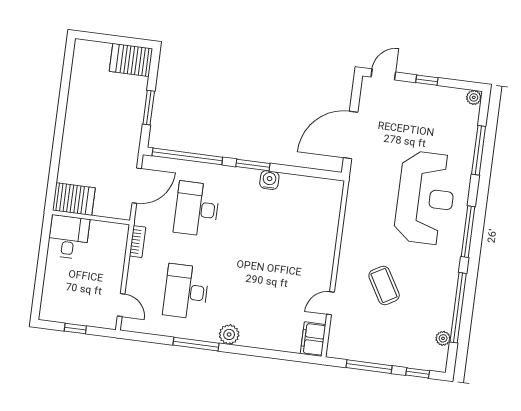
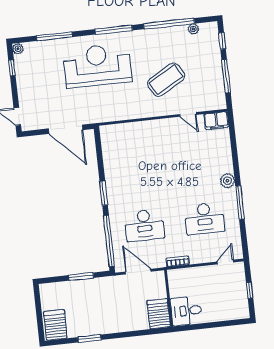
server rack: (131, 60) -> (55, 325), moved, turned 180
window: (427, 80) -> (12, 68), moved
window: (63, 99) -> (89, 338), added
water cooler: (269, 180) -> (111, 179), removed
coffee table: (384, 285) -> (166, 80), width x1.36, depth x1.32

